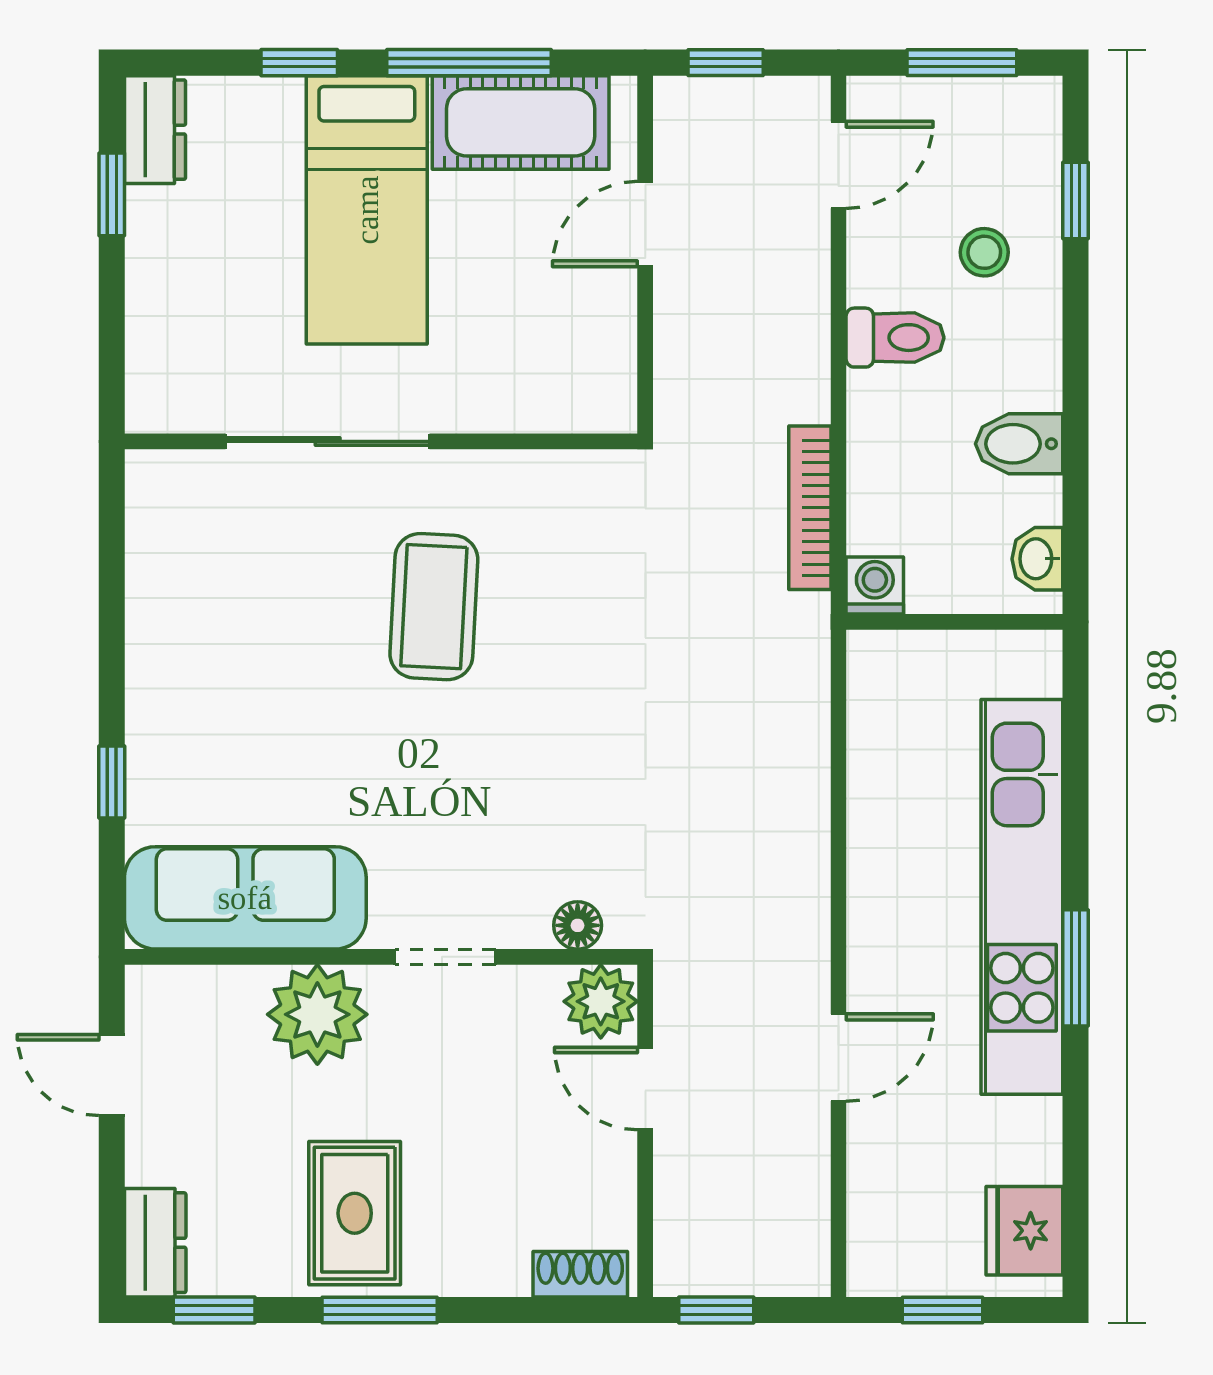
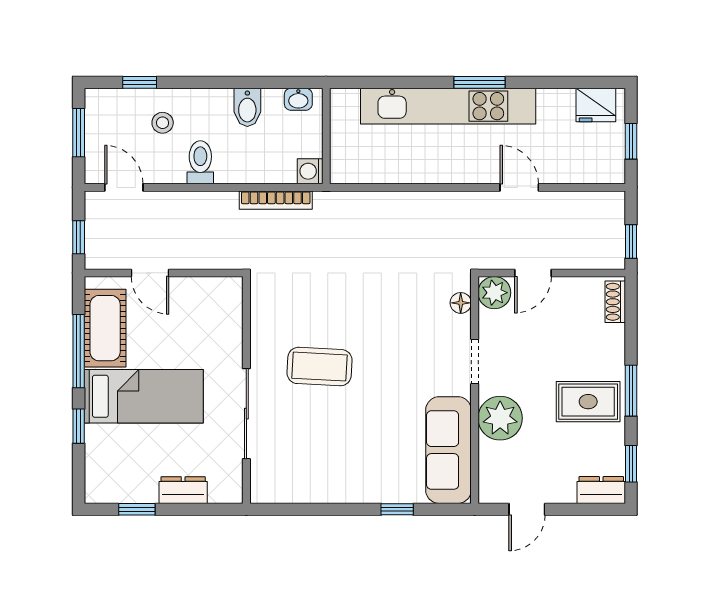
dresser: (155, 130) -> (183, 490), moved

